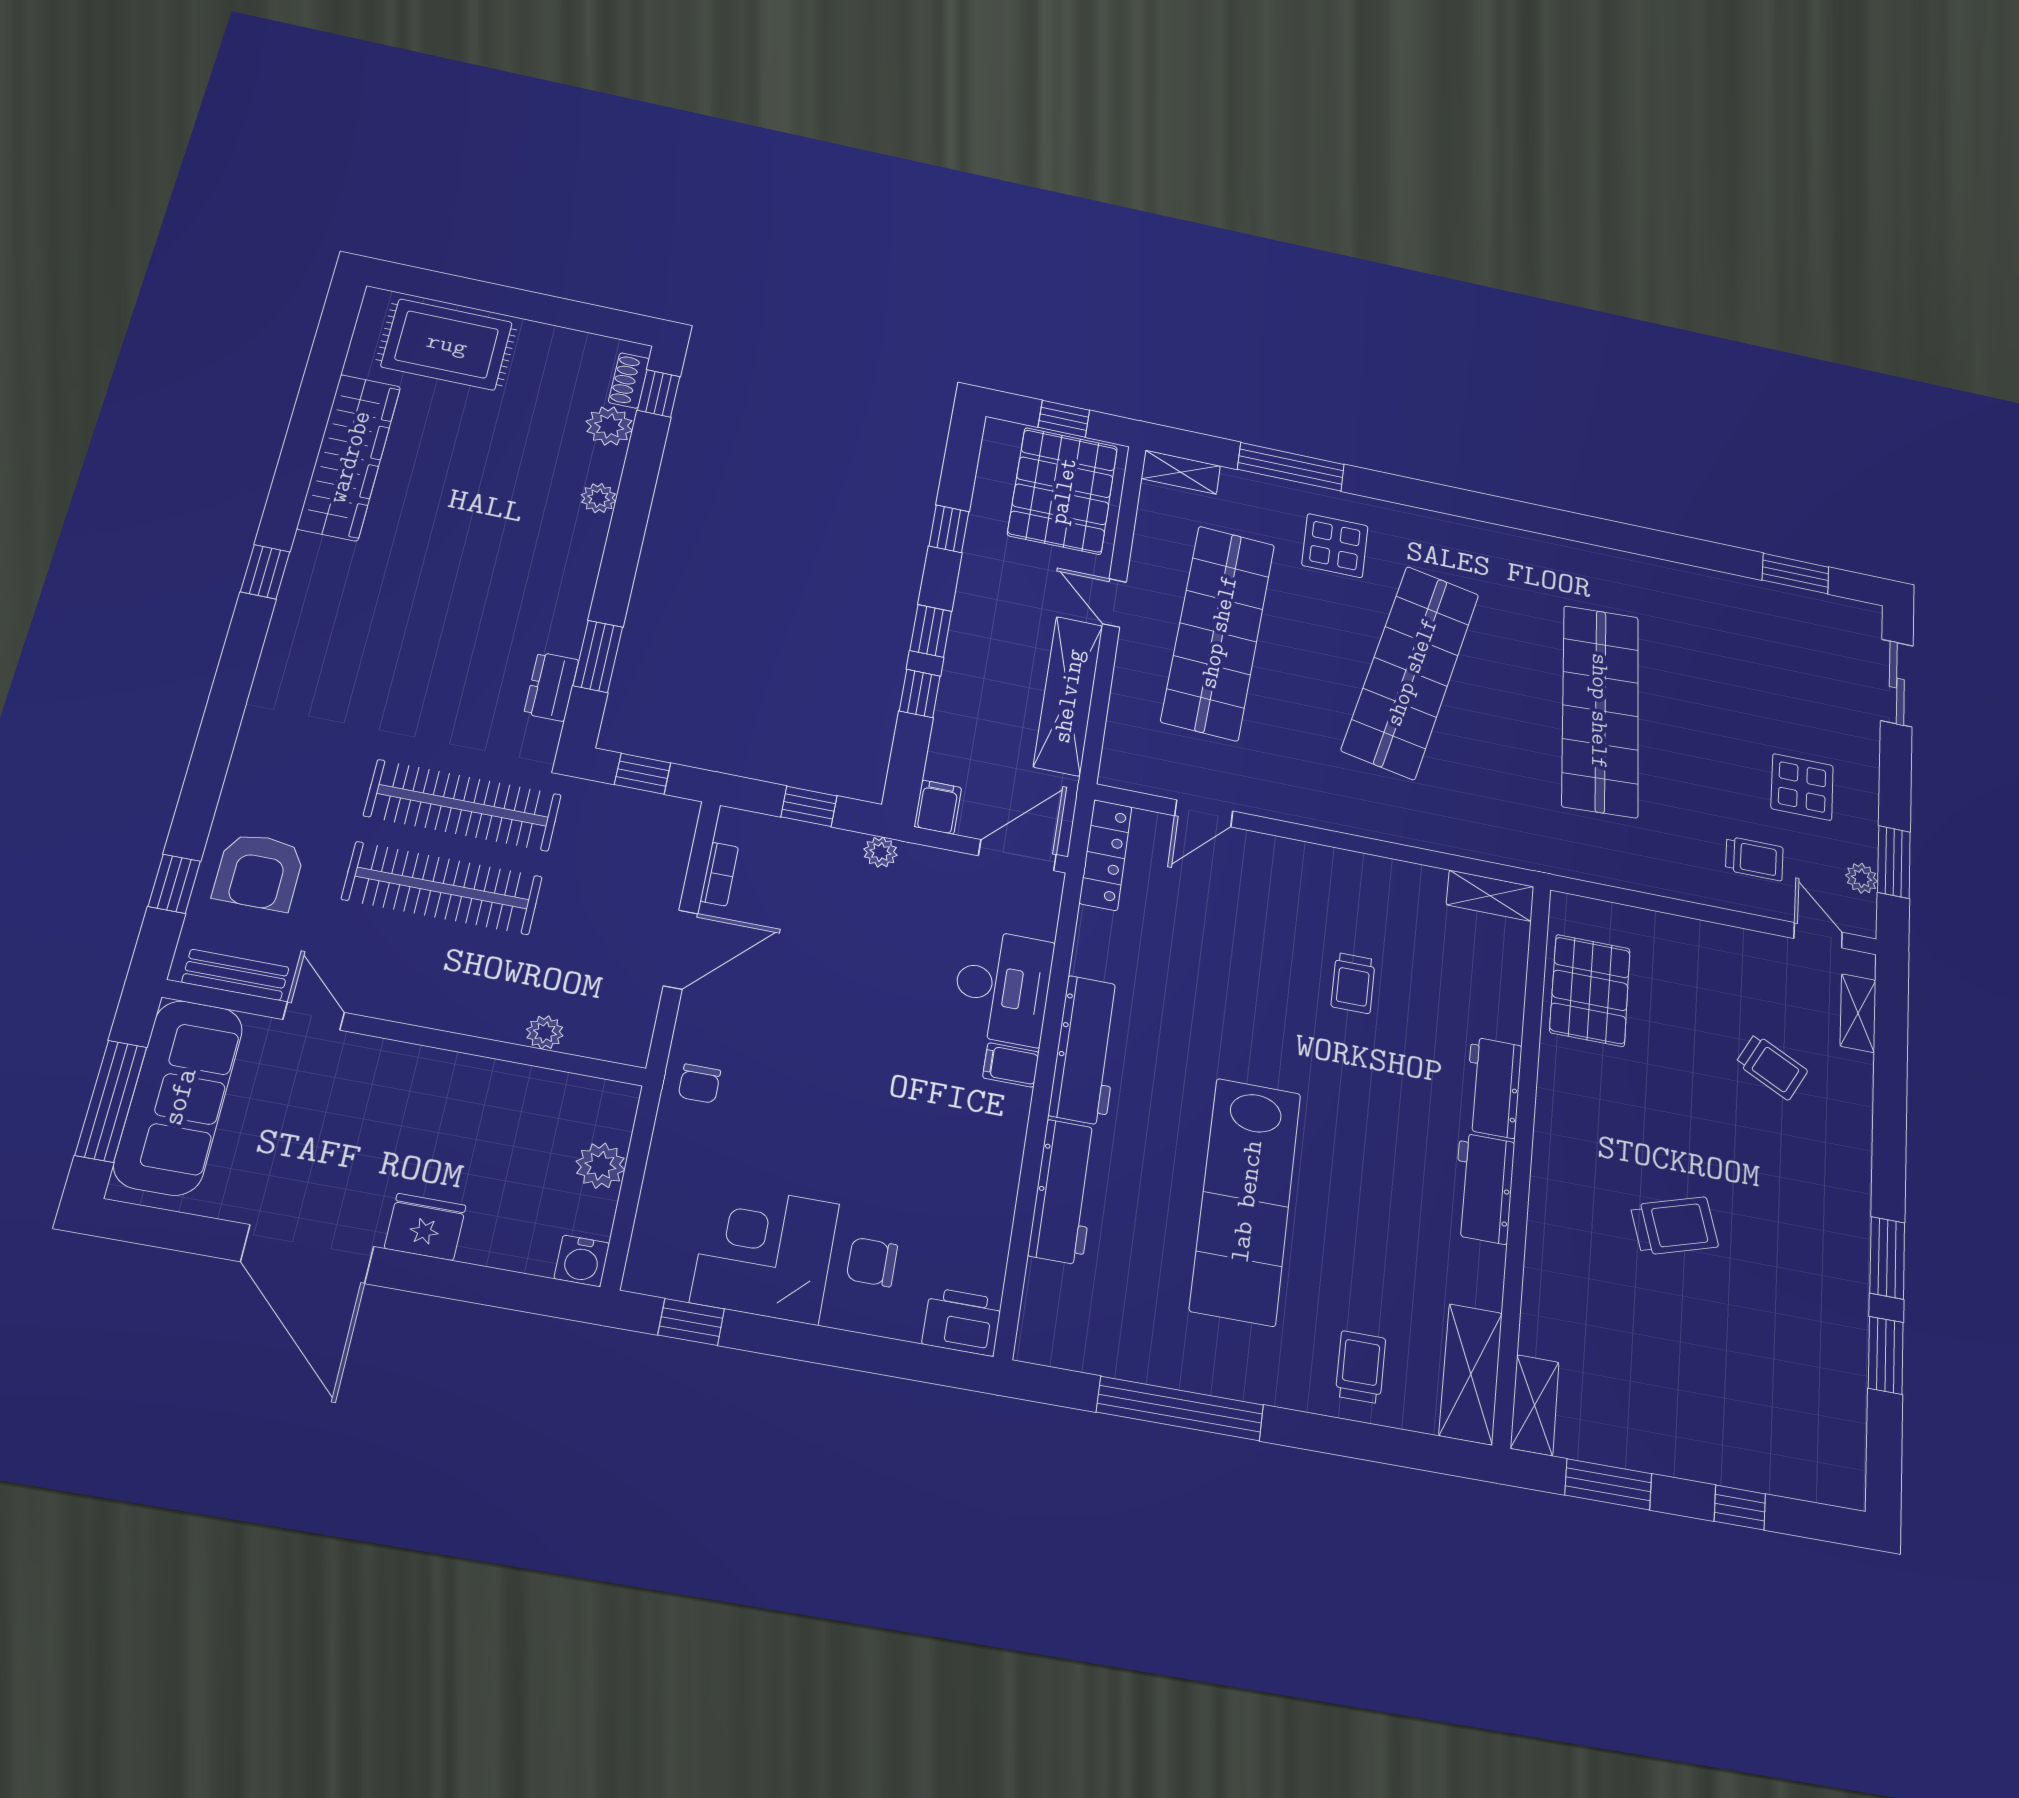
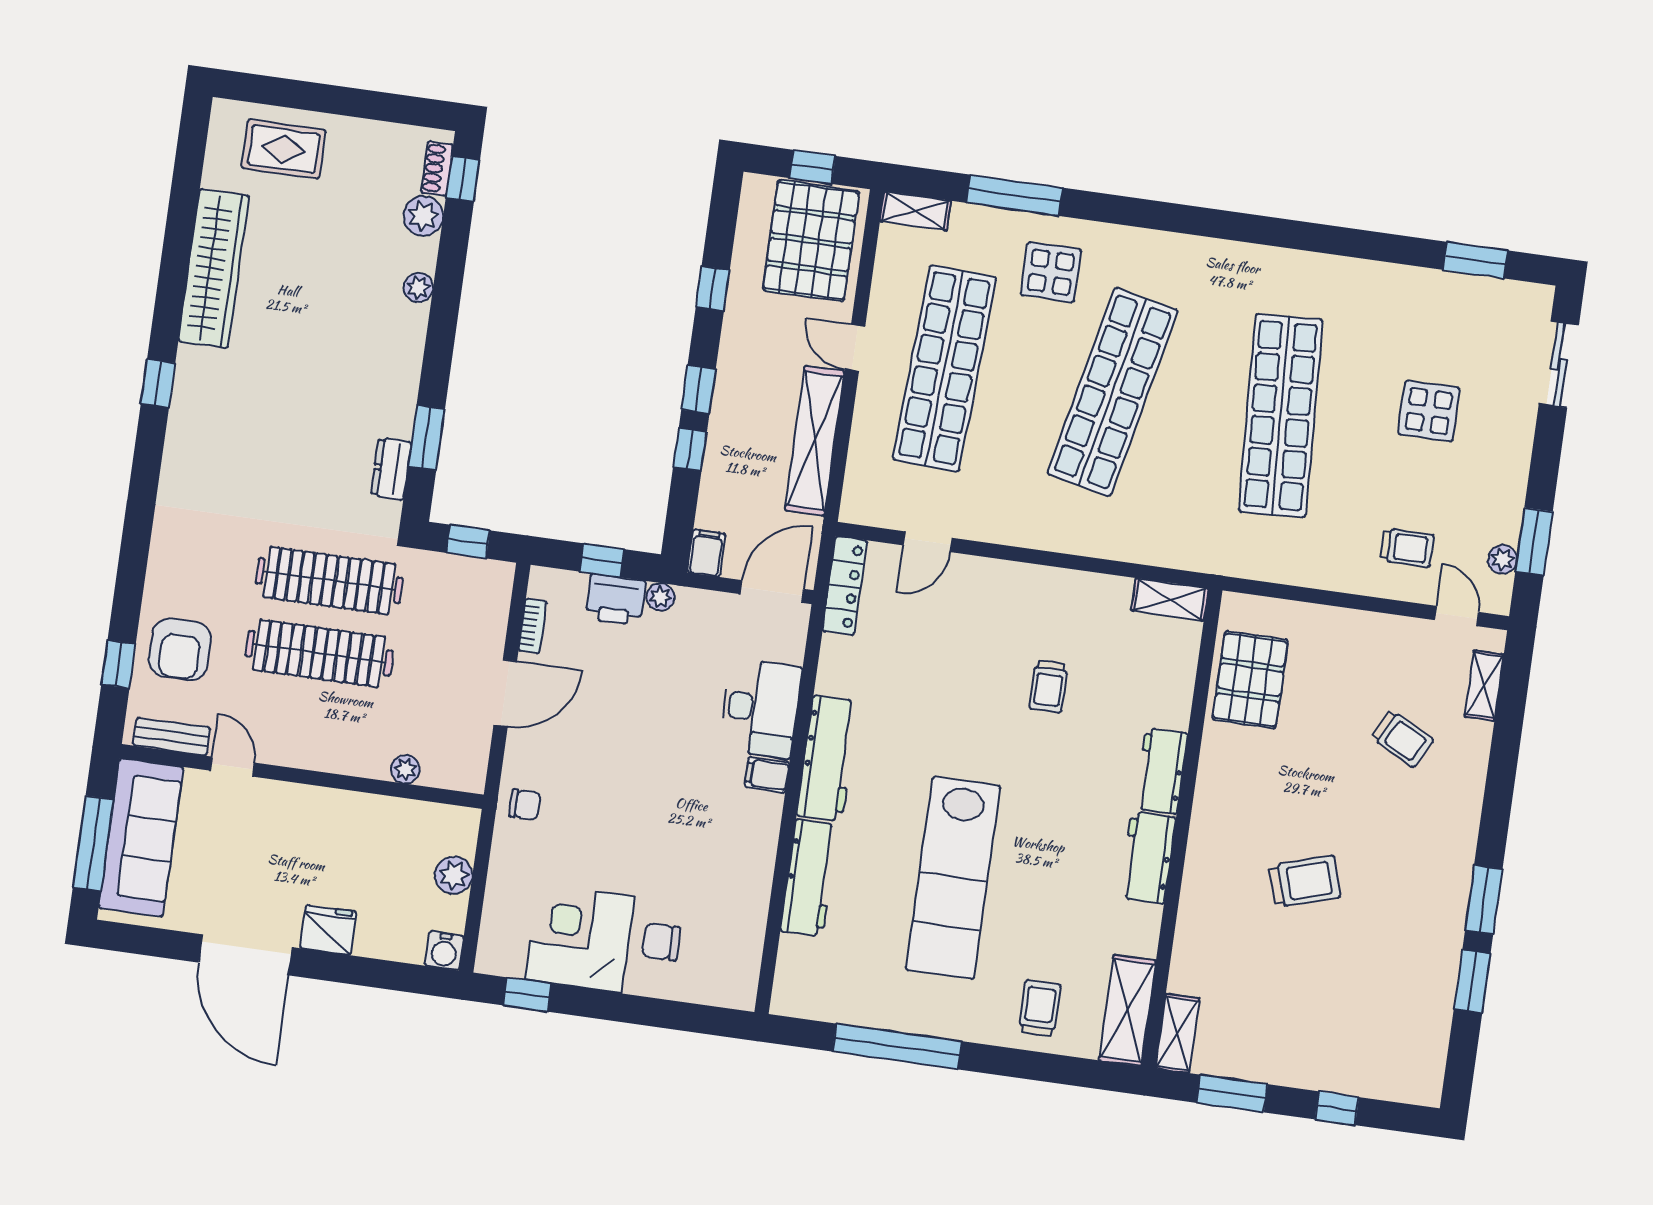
rug: (447, 344) -> (284, 149), width x0.73, depth x0.70
display table: (1802, 787) -> (1429, 411), moved
chair: (699, 1084) -> (525, 805), turned -90
printer: (962, 1322) -> (615, 600), moved, turned 180

